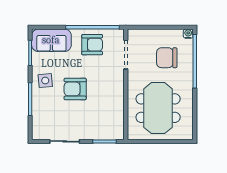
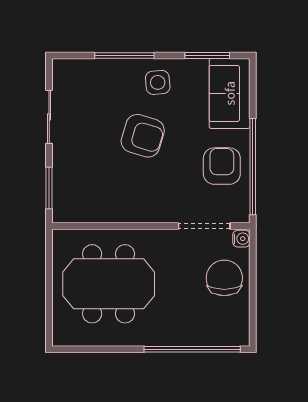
water cooler: (188, 34) -> (241, 239), moved
armchair: (92, 45) -> (222, 166), turned 180
chair: (167, 58) -> (224, 278), moved
armchair: (75, 89) -> (143, 136), turned 107

